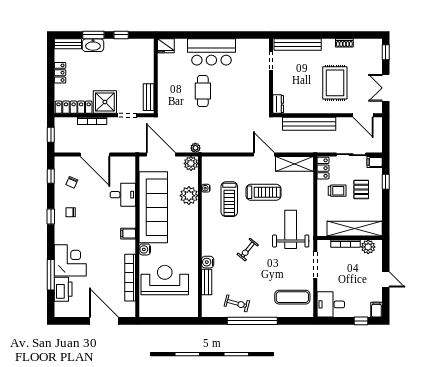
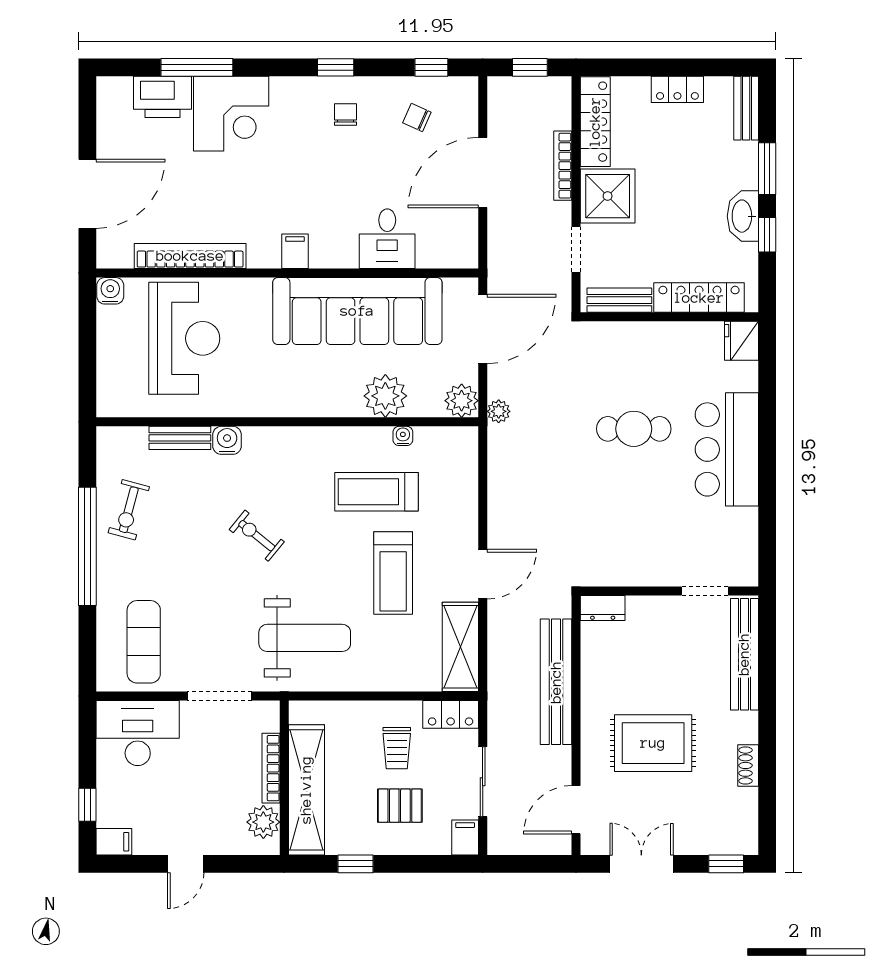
washbasin: (93, 45) -> (743, 216), moved
locker: (148, 64) -> (699, 298), added
window: (386, 182) -> (356, 864), moved
water cooler: (145, 249) -> (110, 291), moved
desk: (331, 304) -> (138, 733), width x1.37

